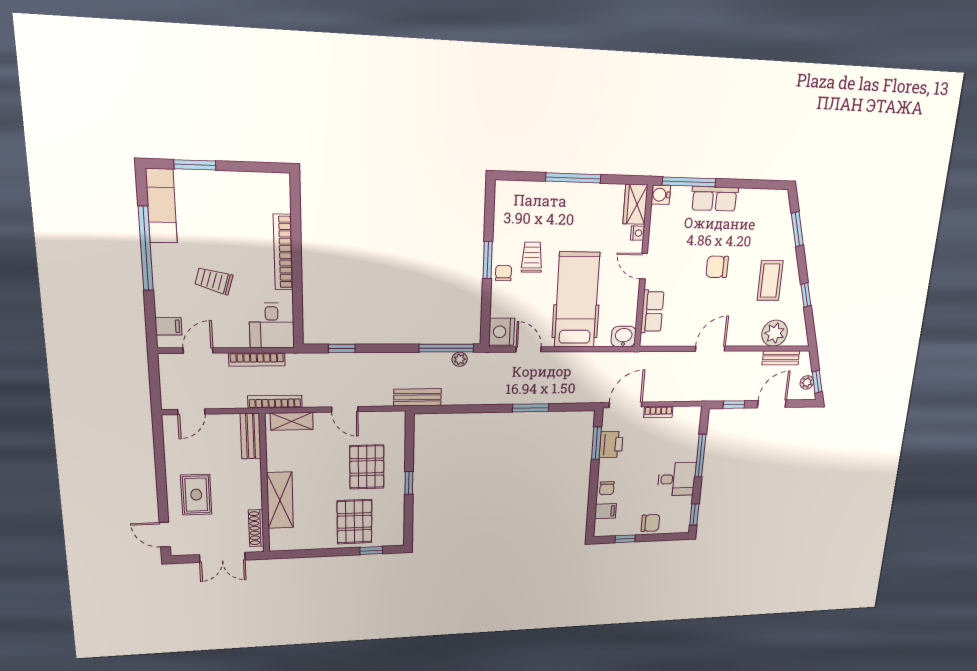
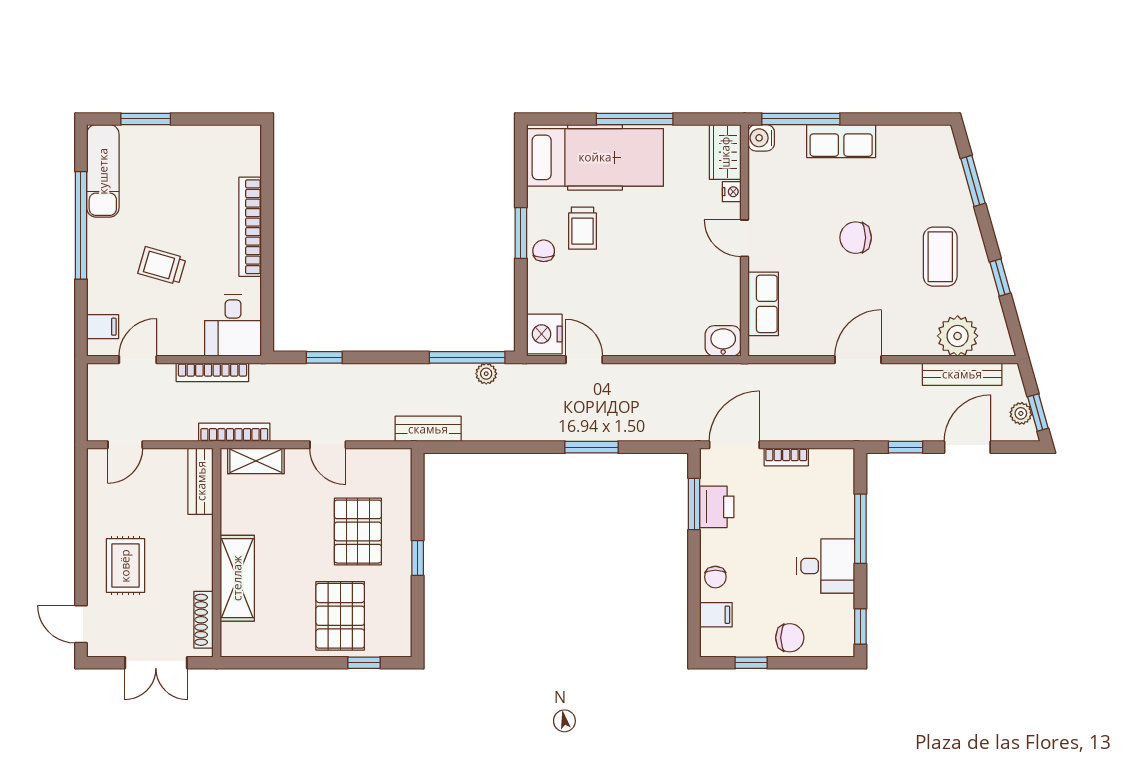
trolley: (532, 257) -> (582, 228), turned 180
hospital bed: (577, 300) -> (595, 157), moved, turned 90
bench: (781, 358) -> (962, 374), width x1.36

